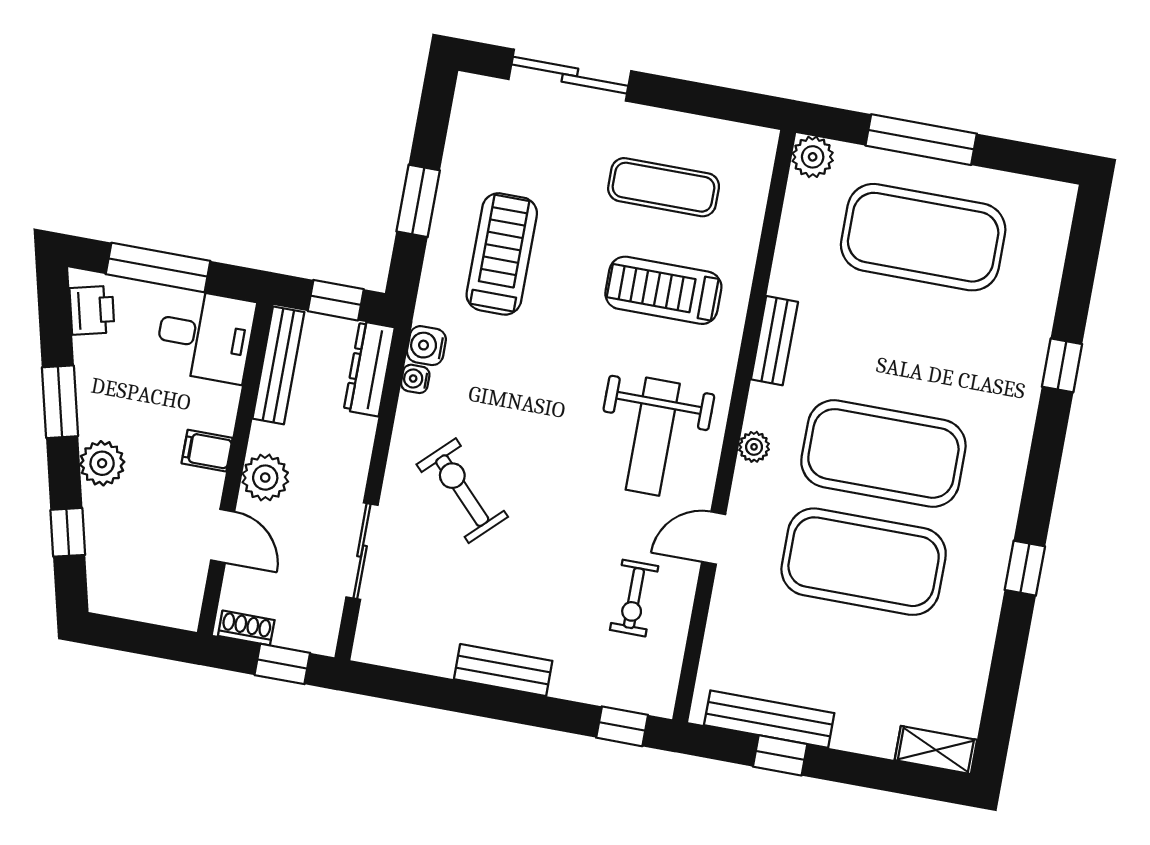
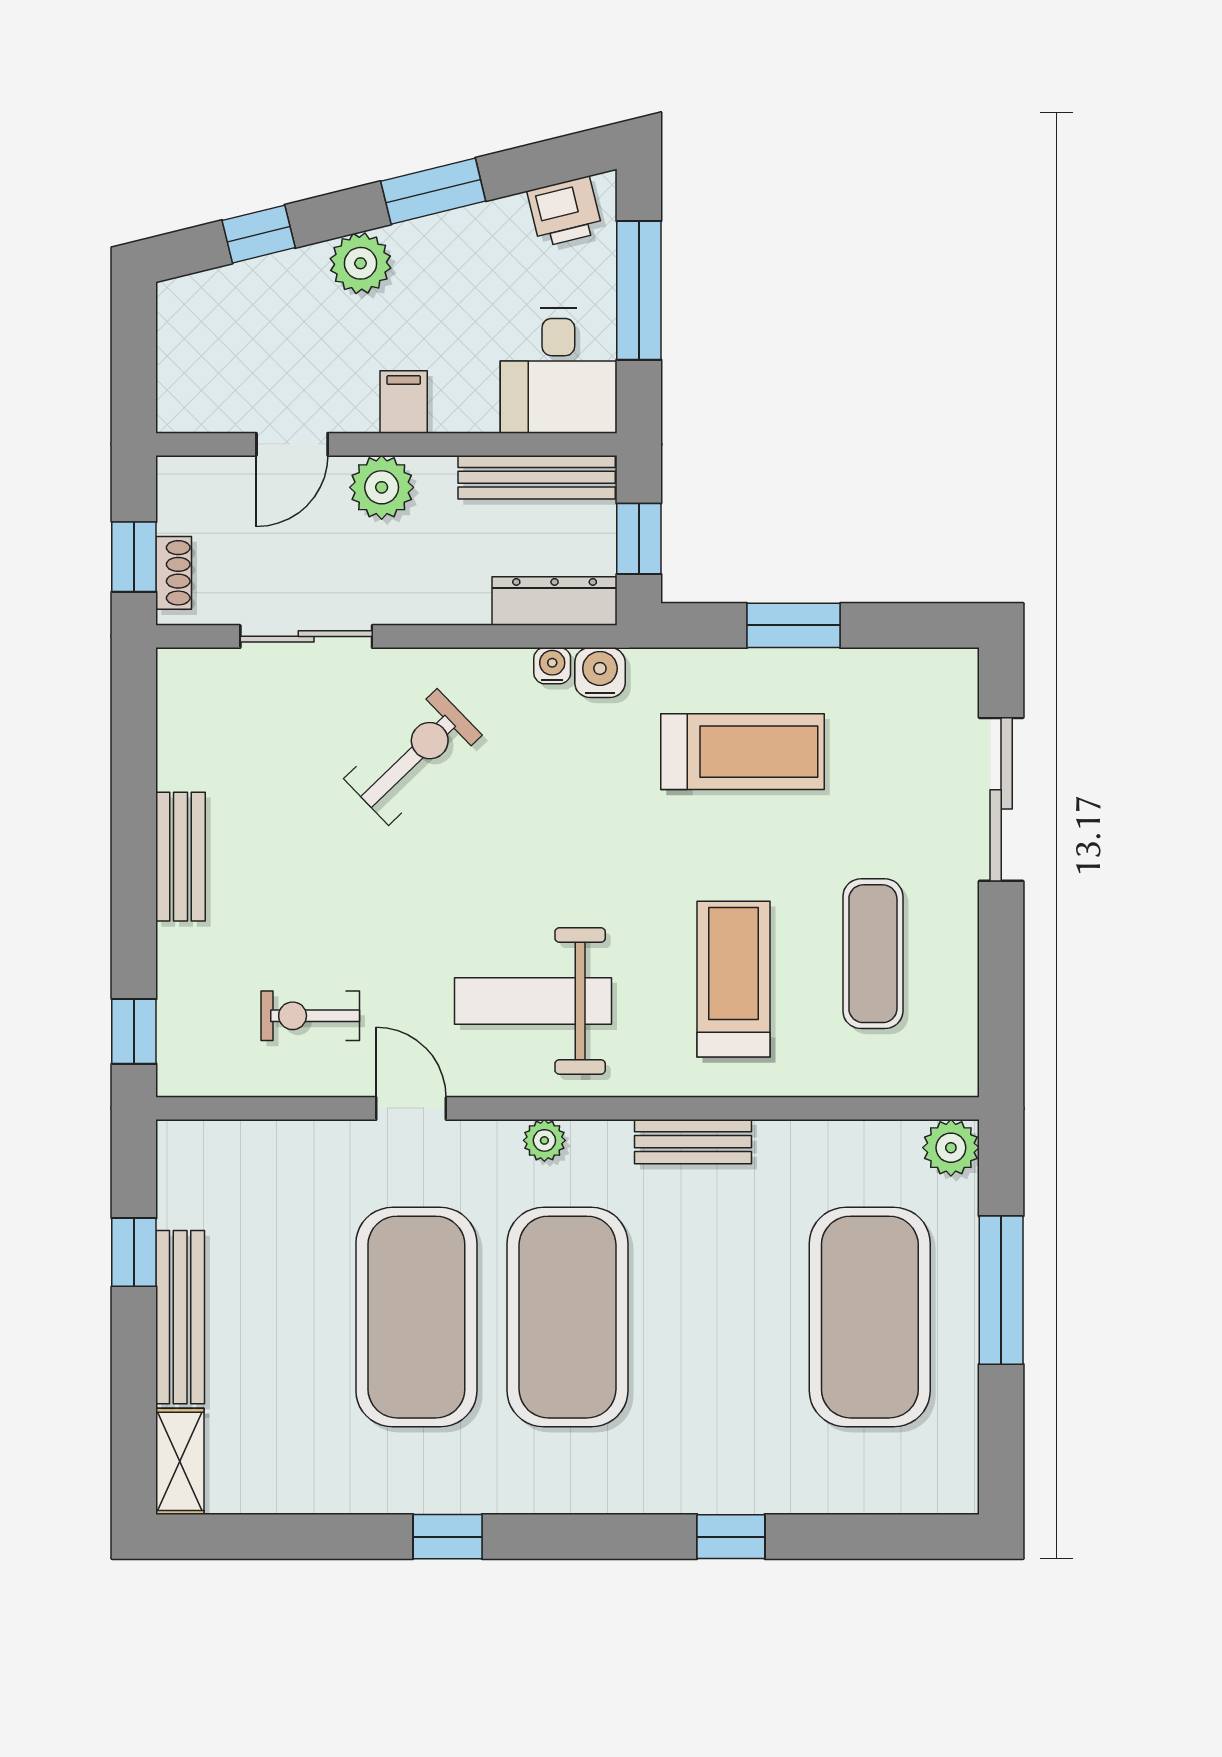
shoe rack: (246, 628) -> (174, 573), moved
bench: (769, 719) -> (180, 1317), moved

